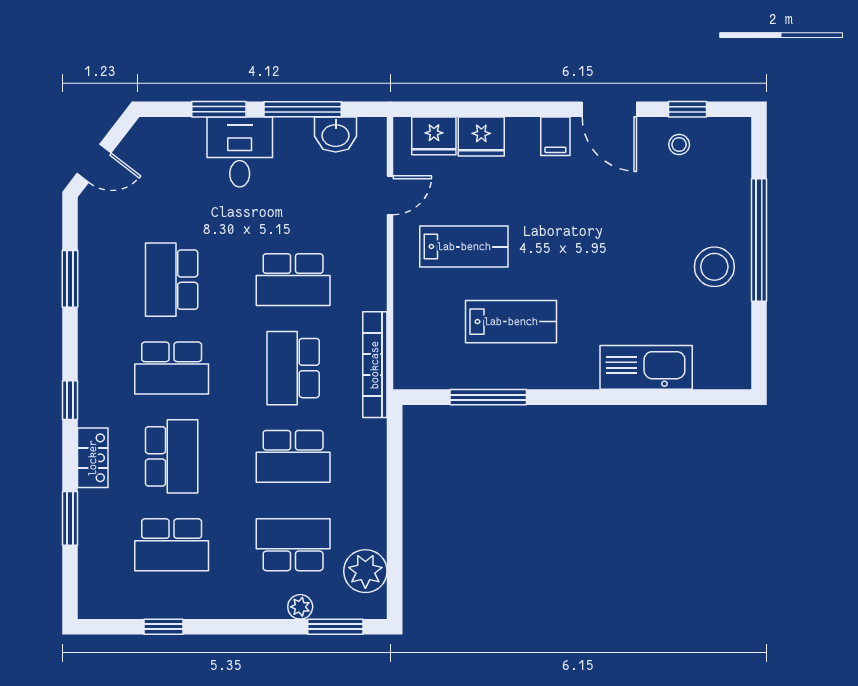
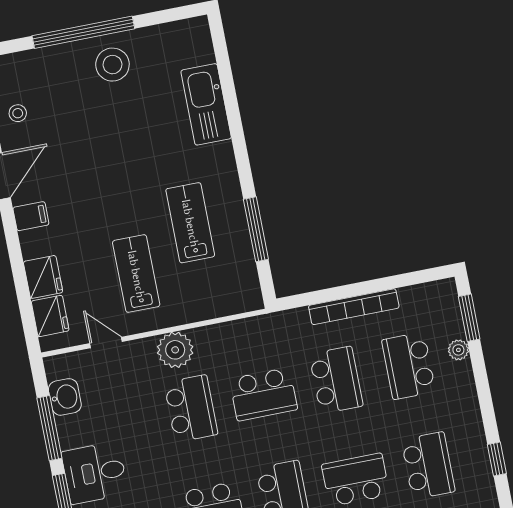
bookcase: (375, 365) -> (354, 307), moved
plant: (365, 571) -> (175, 350), moved

